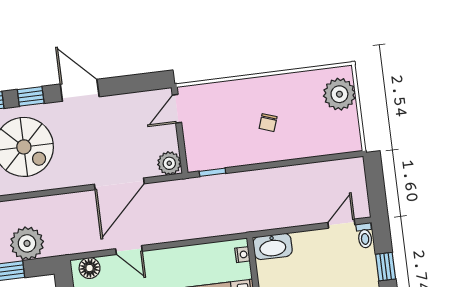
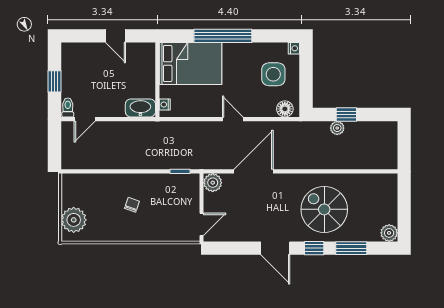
plant: (27, 243) -> (337, 128), width x0.53, depth x0.53
door: (129, 250) -> (233, 119), moved

